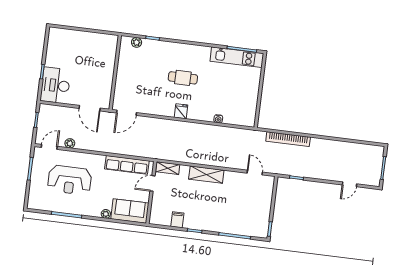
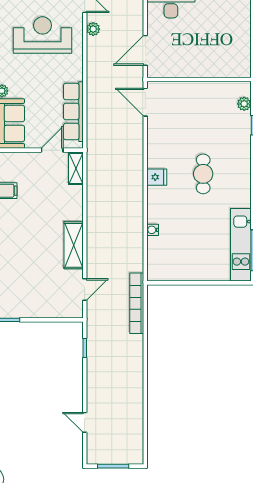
bookcase: (288, 139) -> (137, 303), moved
shelving: (206, 175) -> (74, 245), moved
reception desk: (70, 180) -> (43, 35), turned 90
door: (152, 183) -> (52, 150), hinge flipped

